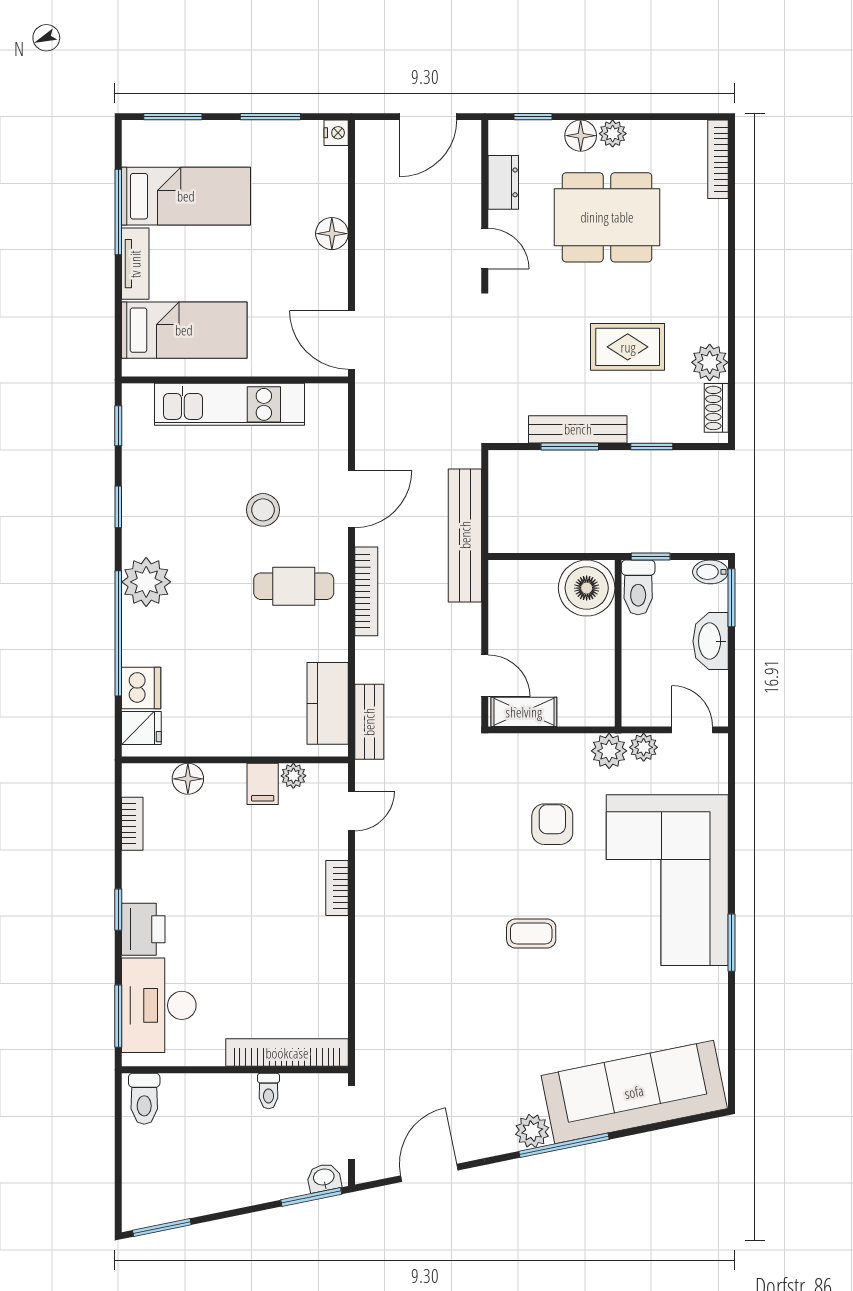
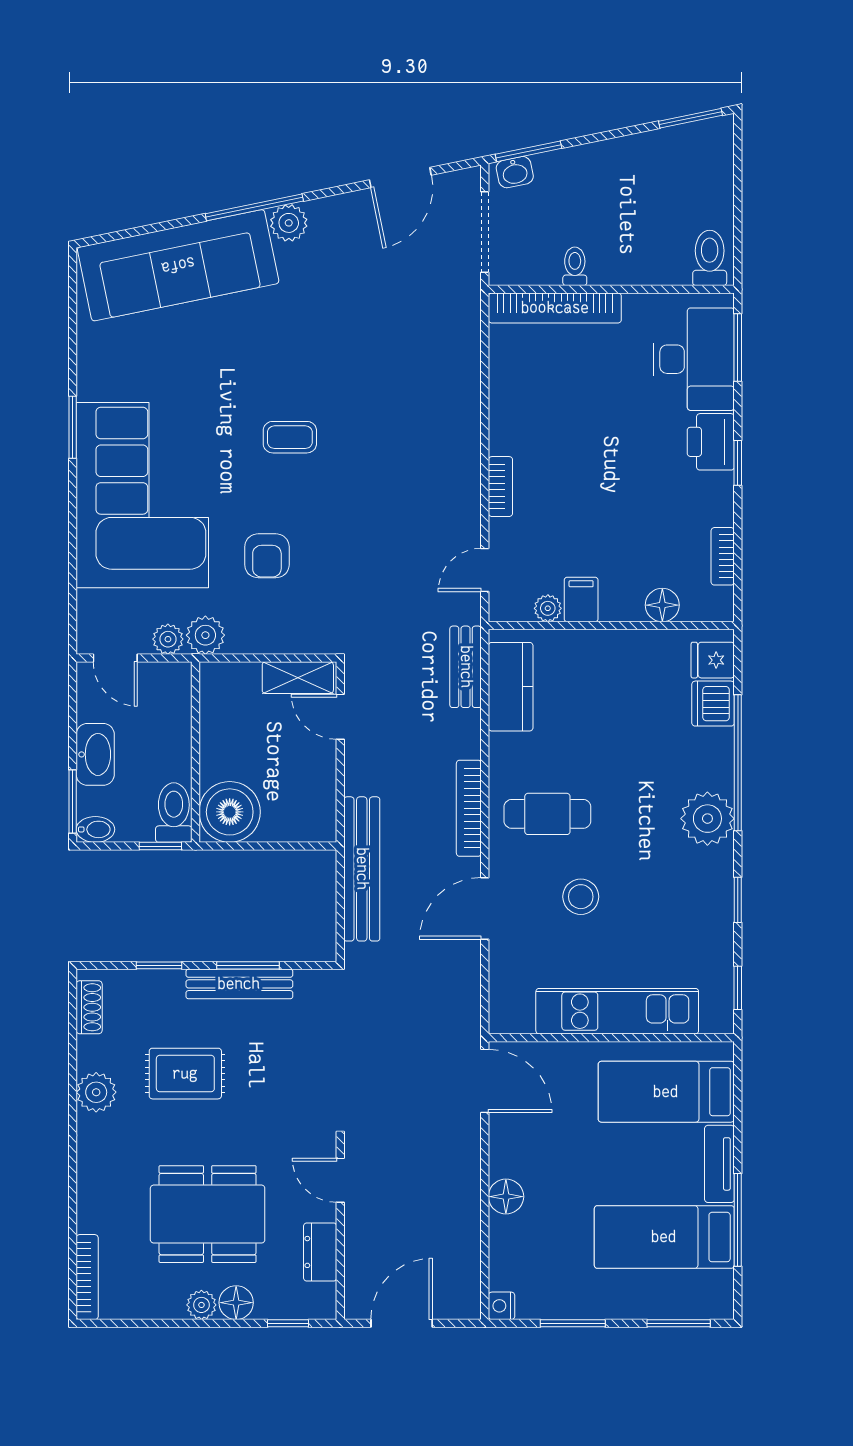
plant: (710, 362) -> (96, 1092), moved

